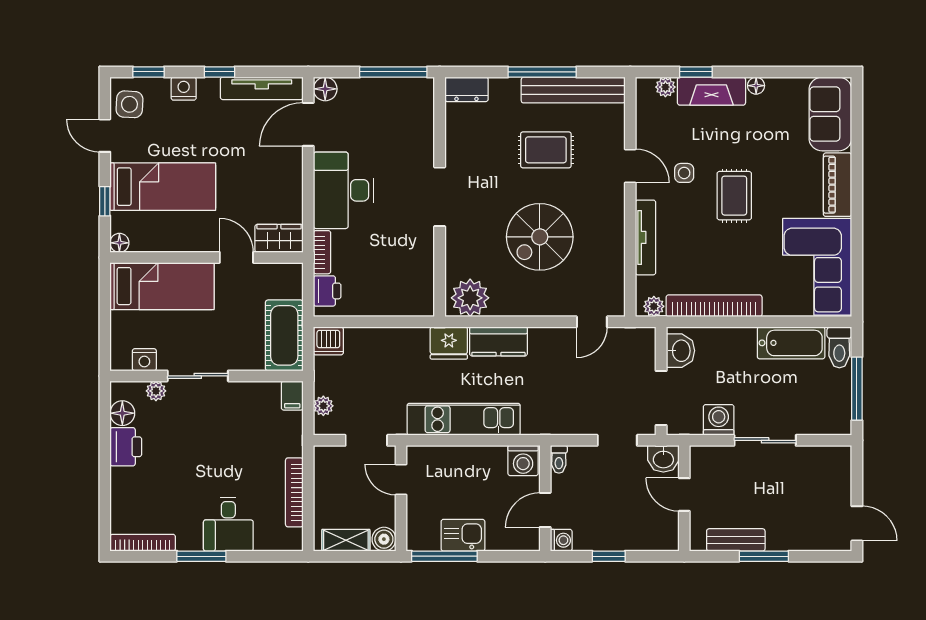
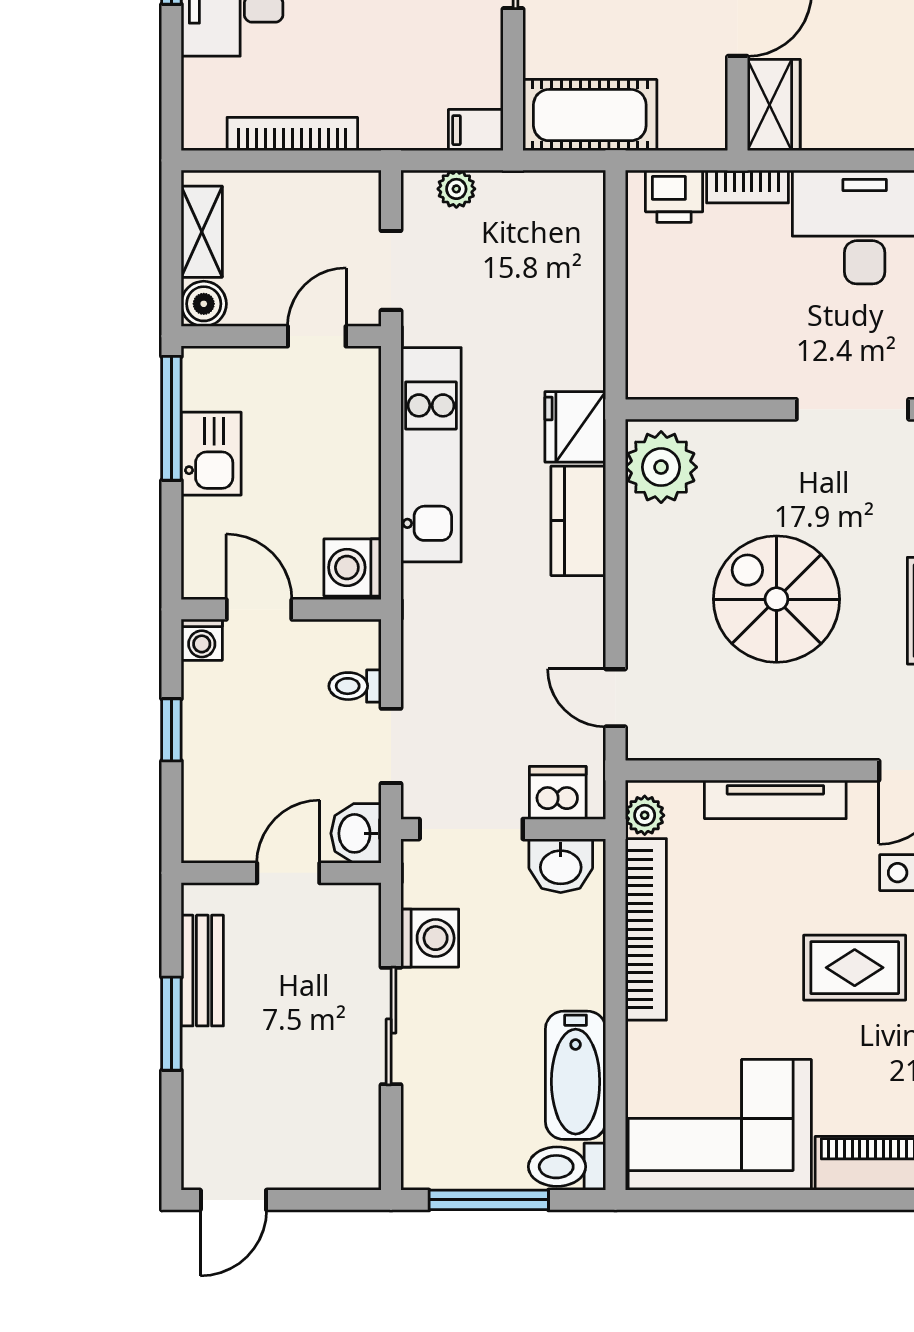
dishwasher: (328, 341) -> (558, 793), moved, turned 90
toilet: (559, 459) -> (355, 686), moved

